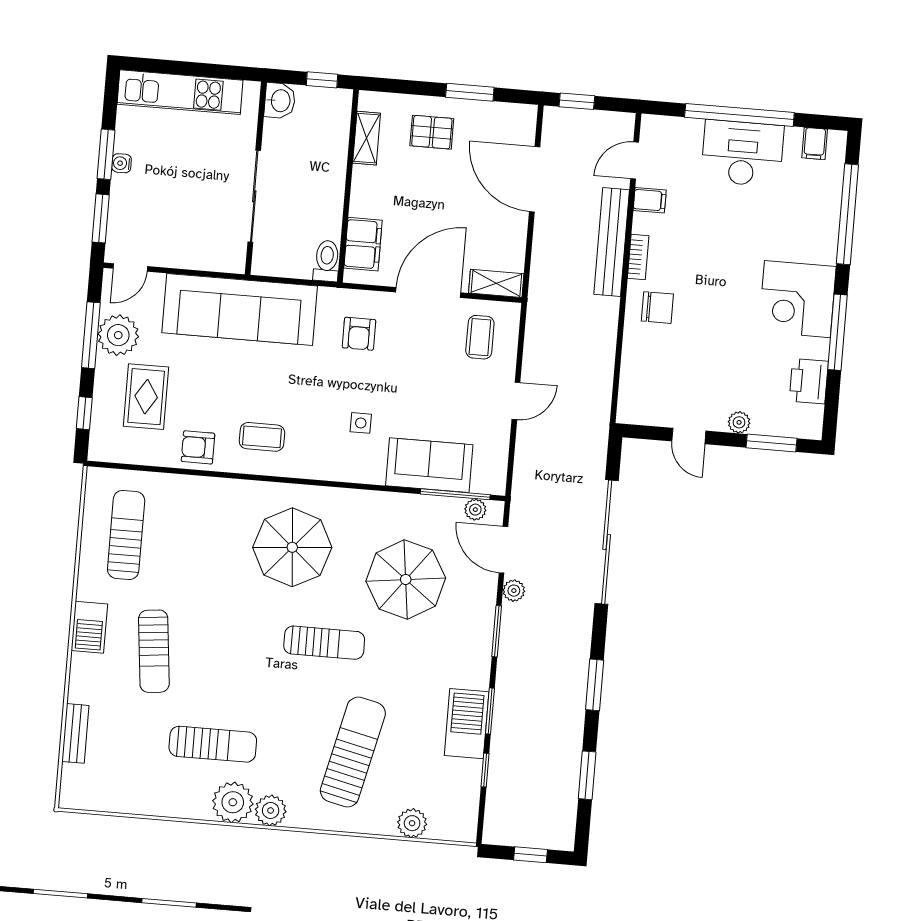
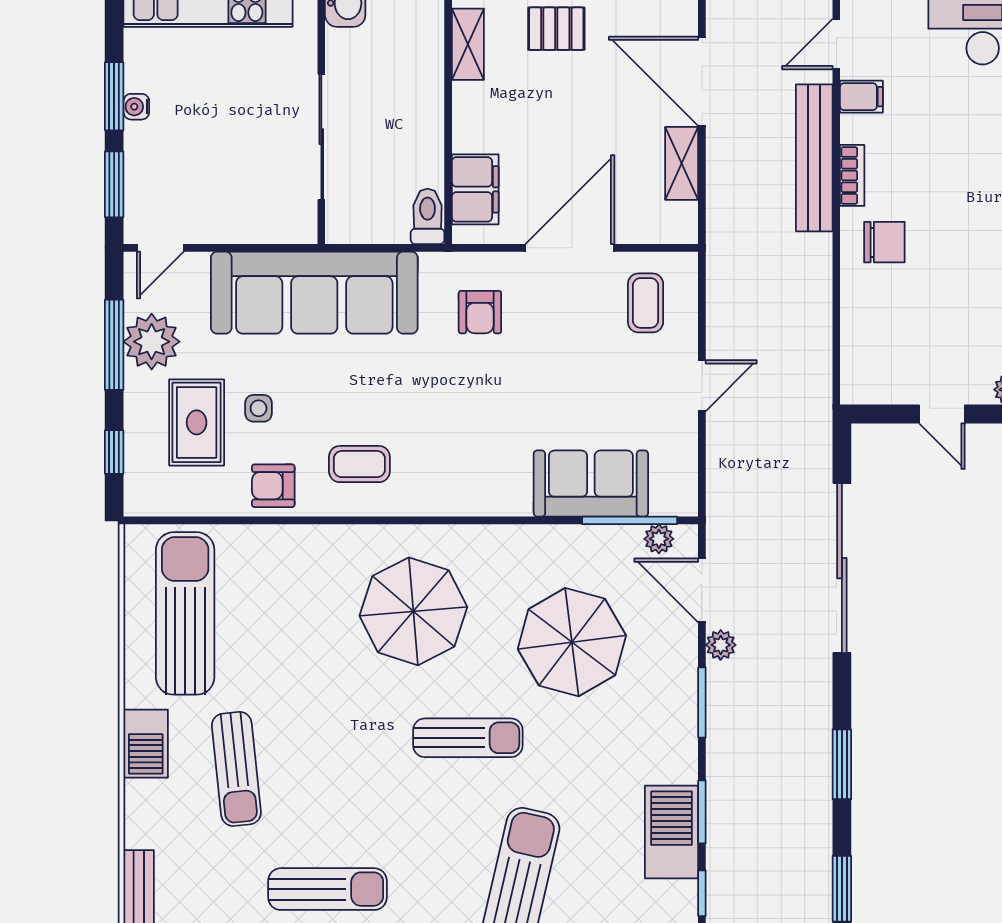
shelving: (496, 283) -> (682, 163), moved, turned 90
side table: (361, 423) -> (259, 408), moved
sun lounger: (126, 535) -> (185, 613), width x1.36, depth x1.34

